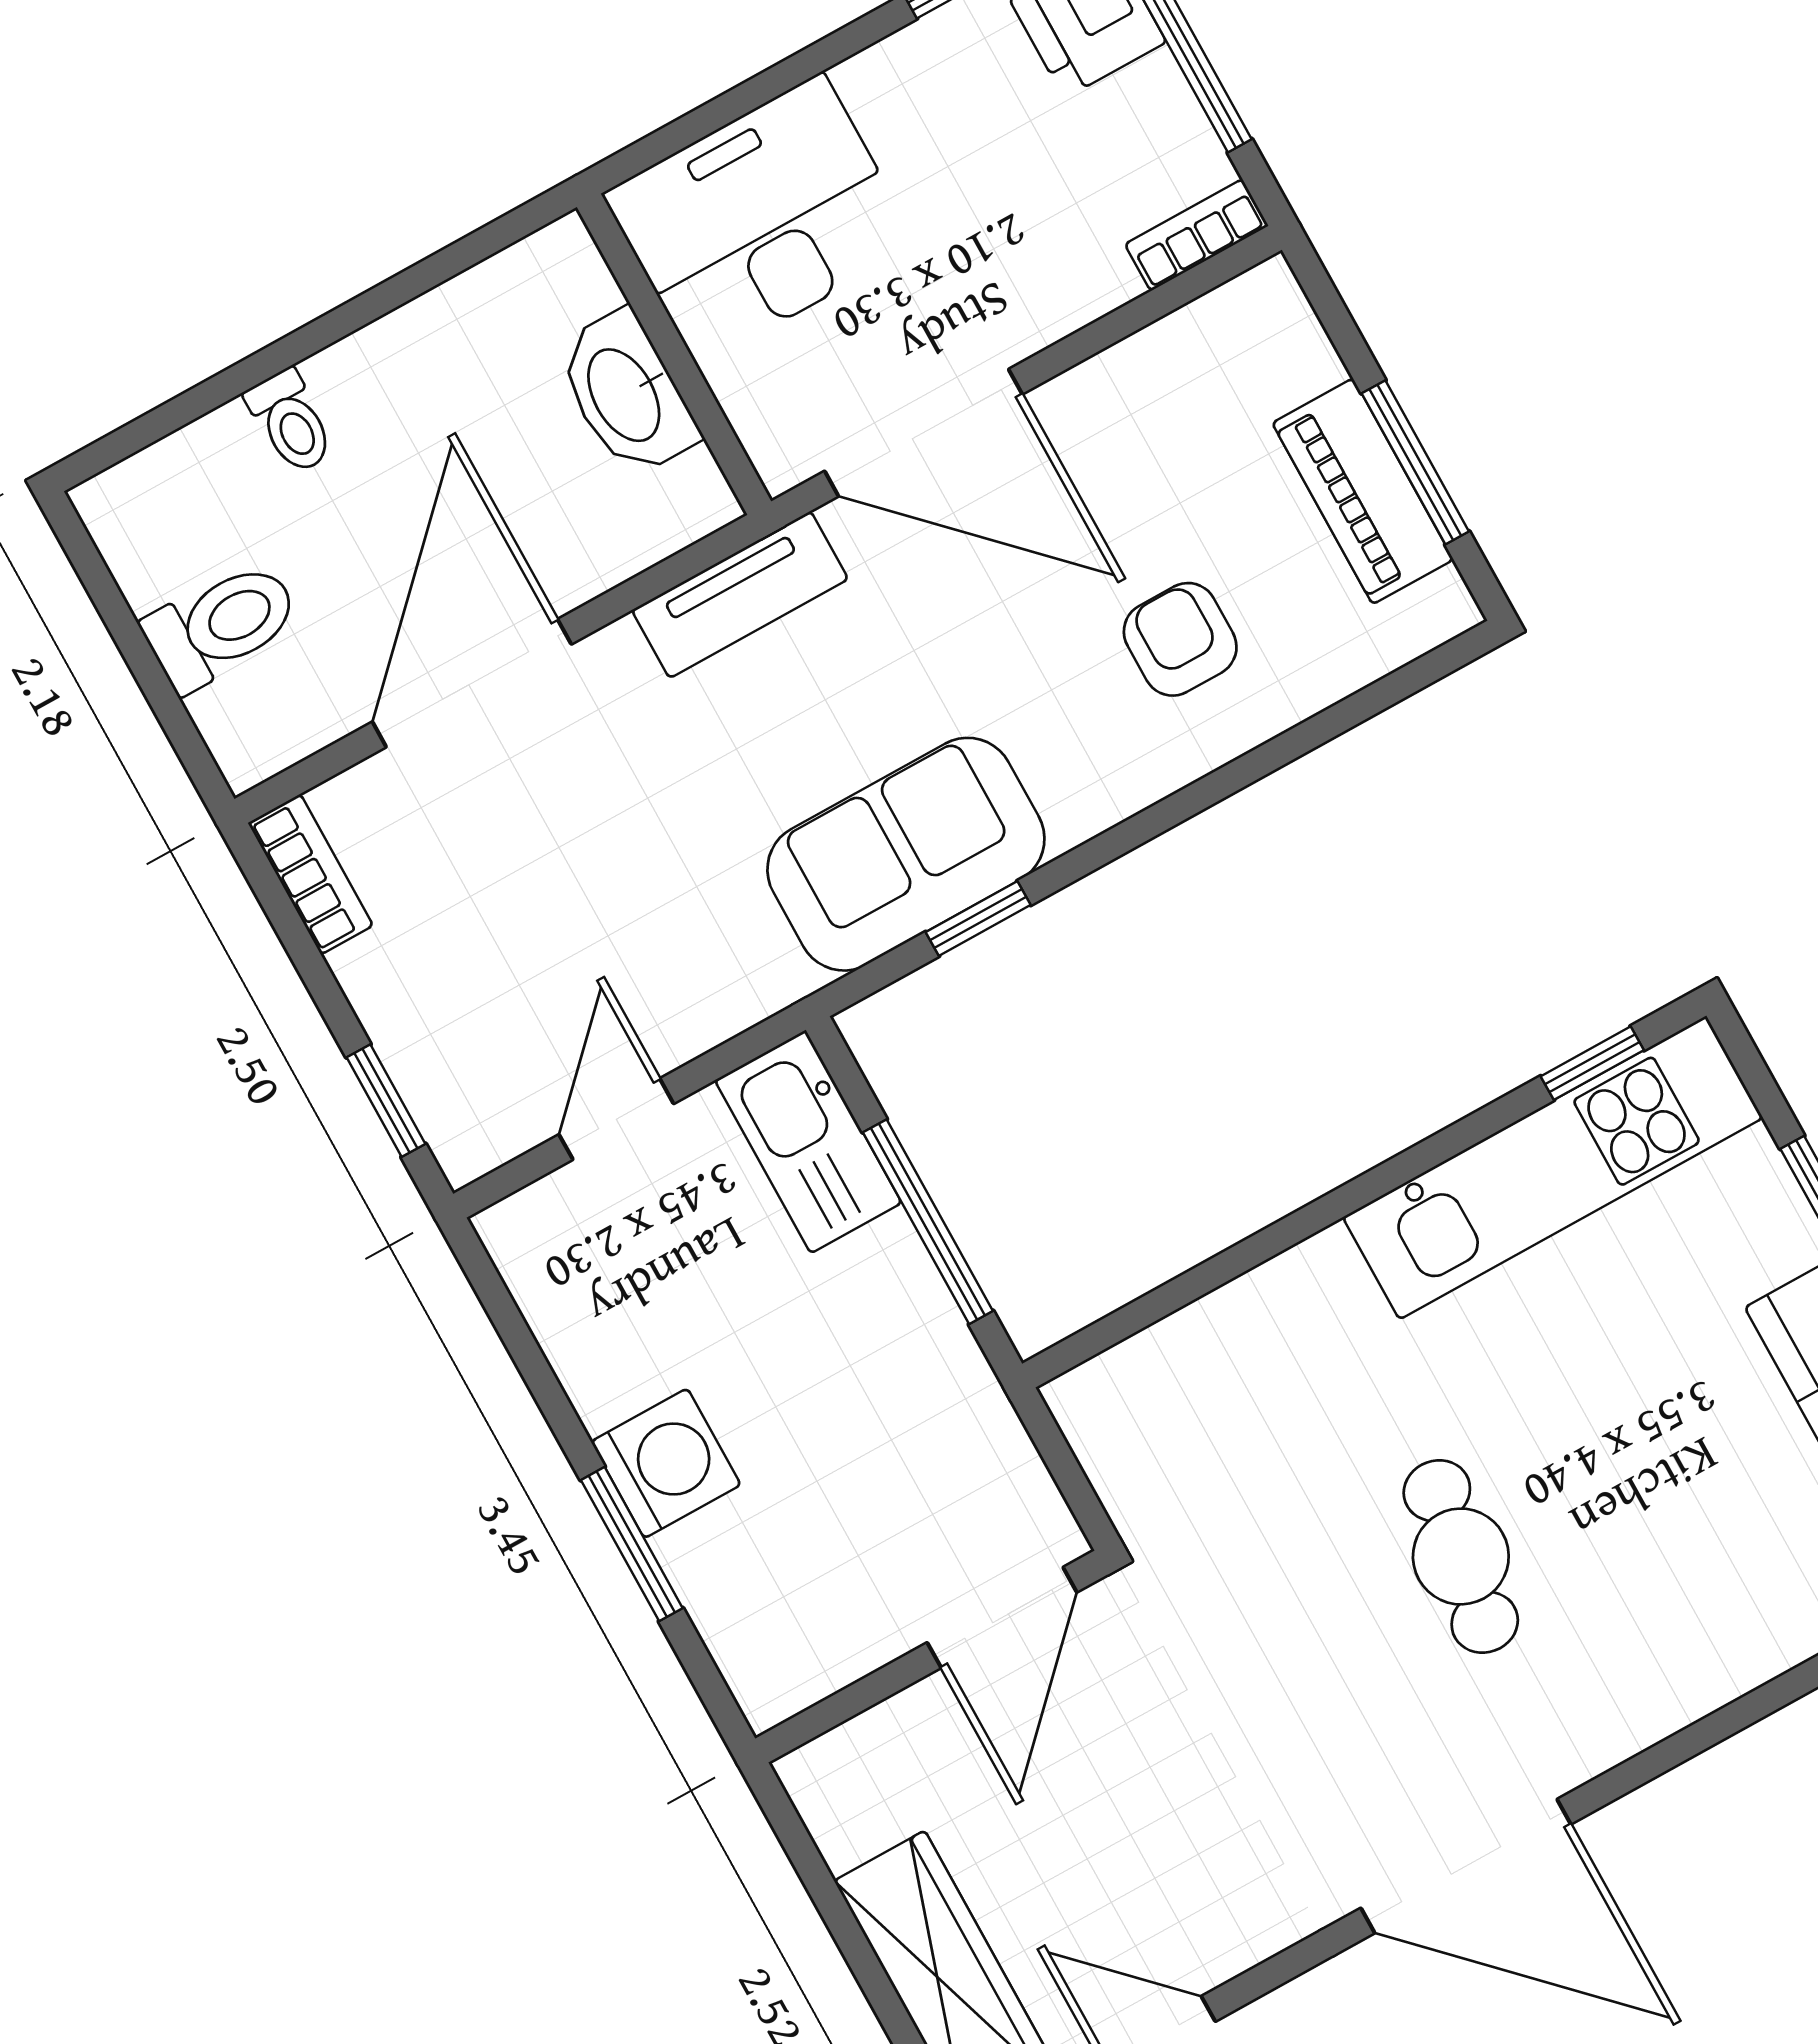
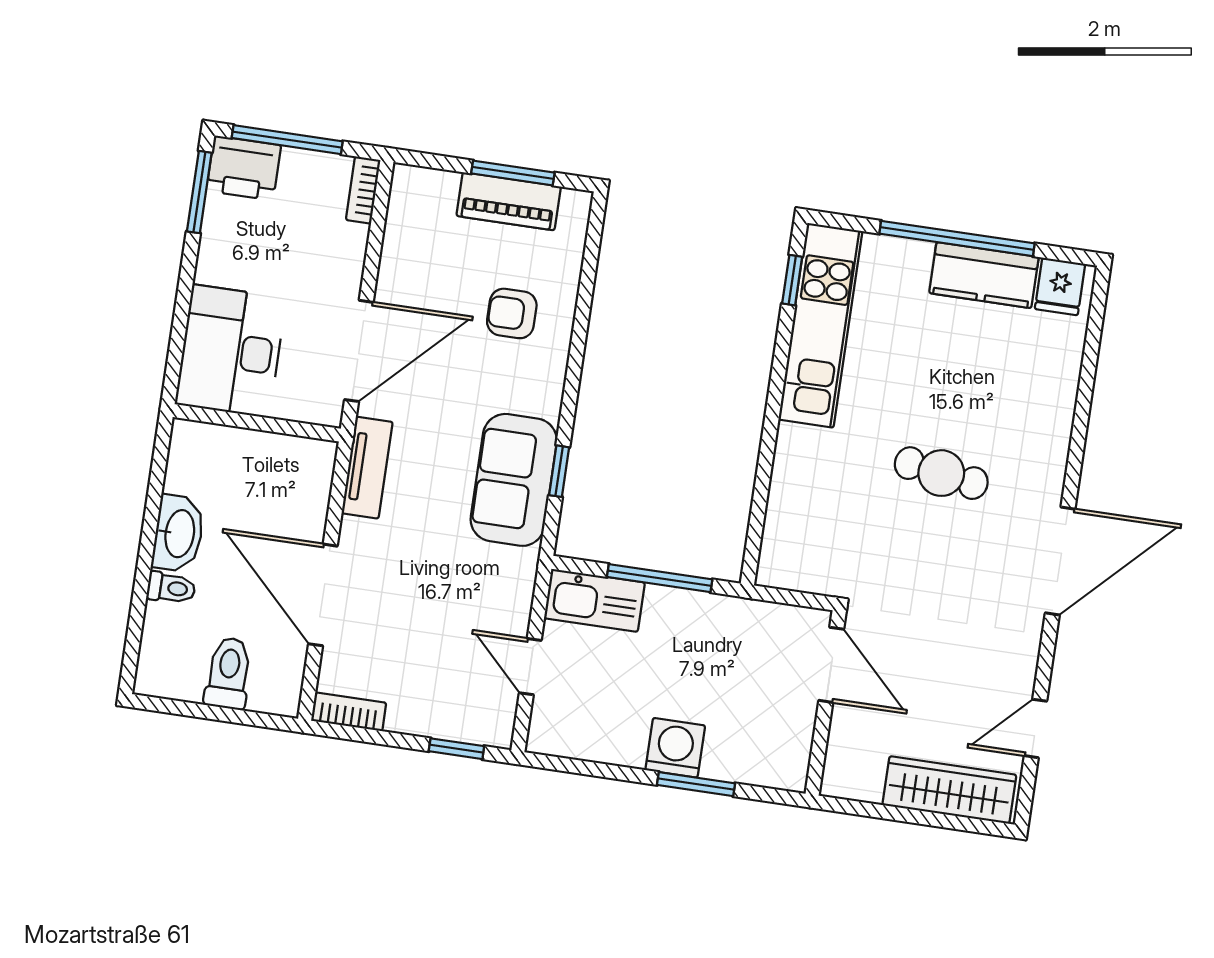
washbasin: (626, 394) -> (178, 533), moved, turned -90

